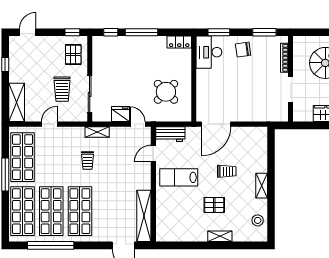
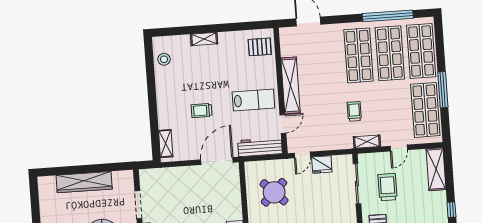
door: (138, 124) -> (302, 155), hinge flipped
shelving: (97, 132) -> (367, 142), moved
workbench: (170, 134) -> (260, 147), width x1.38
shelving: (262, 186) -> (166, 144), moved
pallet: (214, 205) -> (260, 47), moved
shelving: (144, 216) -> (291, 85), moved

